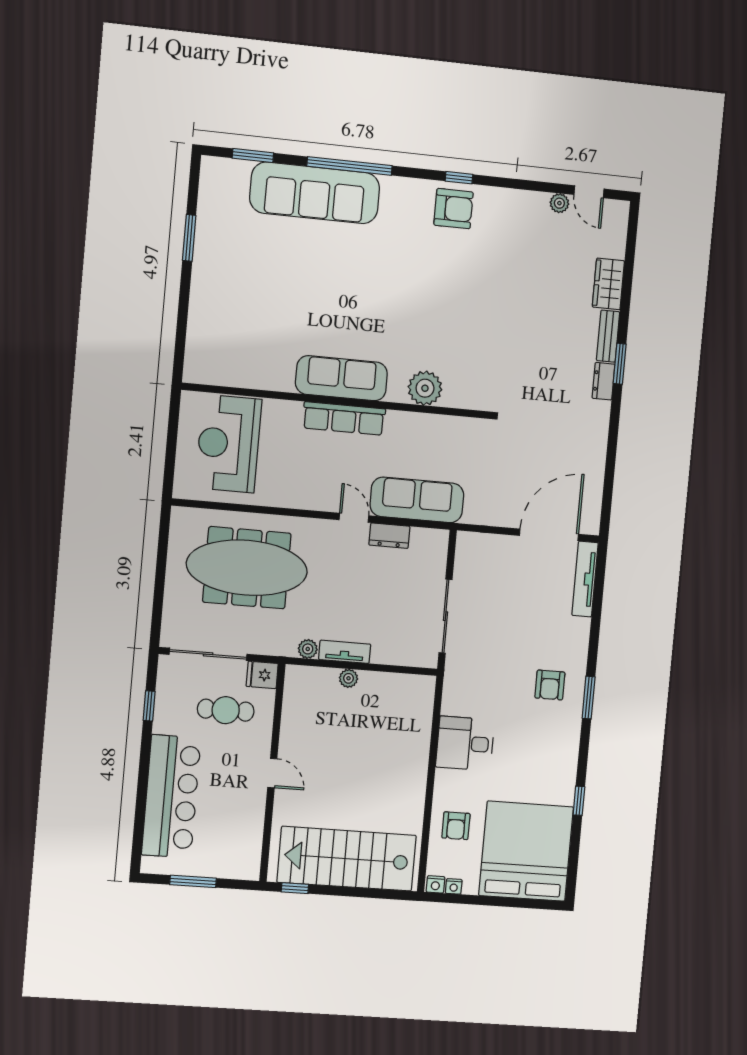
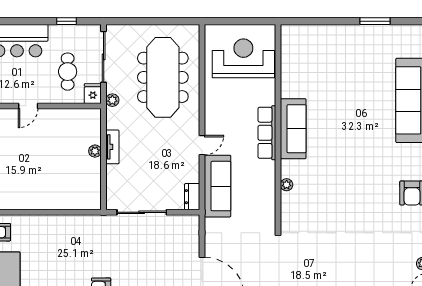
plant: (425, 388) -> (287, 185), width x0.53, depth x0.53
dresser: (389, 536) -> (192, 197), moved
plant: (308, 649) -> (112, 100), moved
desk: (465, 743) -> (57, 233), removed

